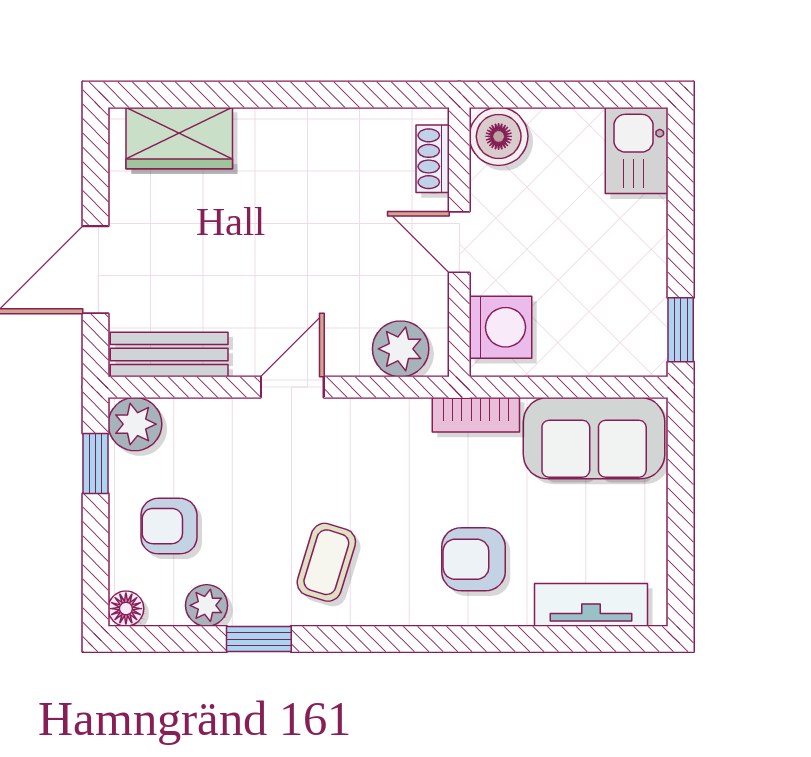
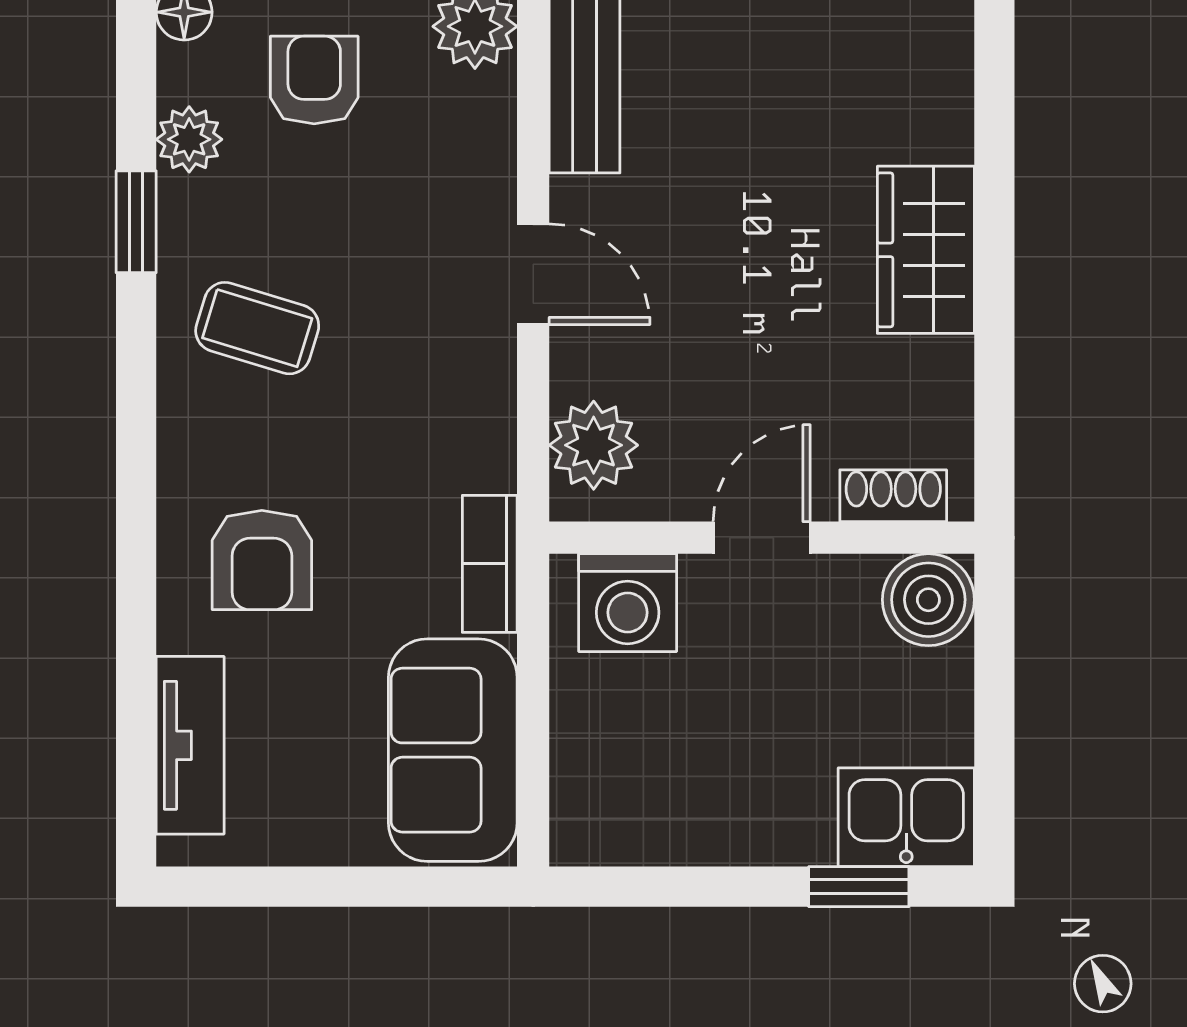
wardrobe: (179, 138) -> (926, 250), moved
window: (681, 330) -> (859, 887), moved
armchair: (473, 559) -> (262, 560), turned 180

